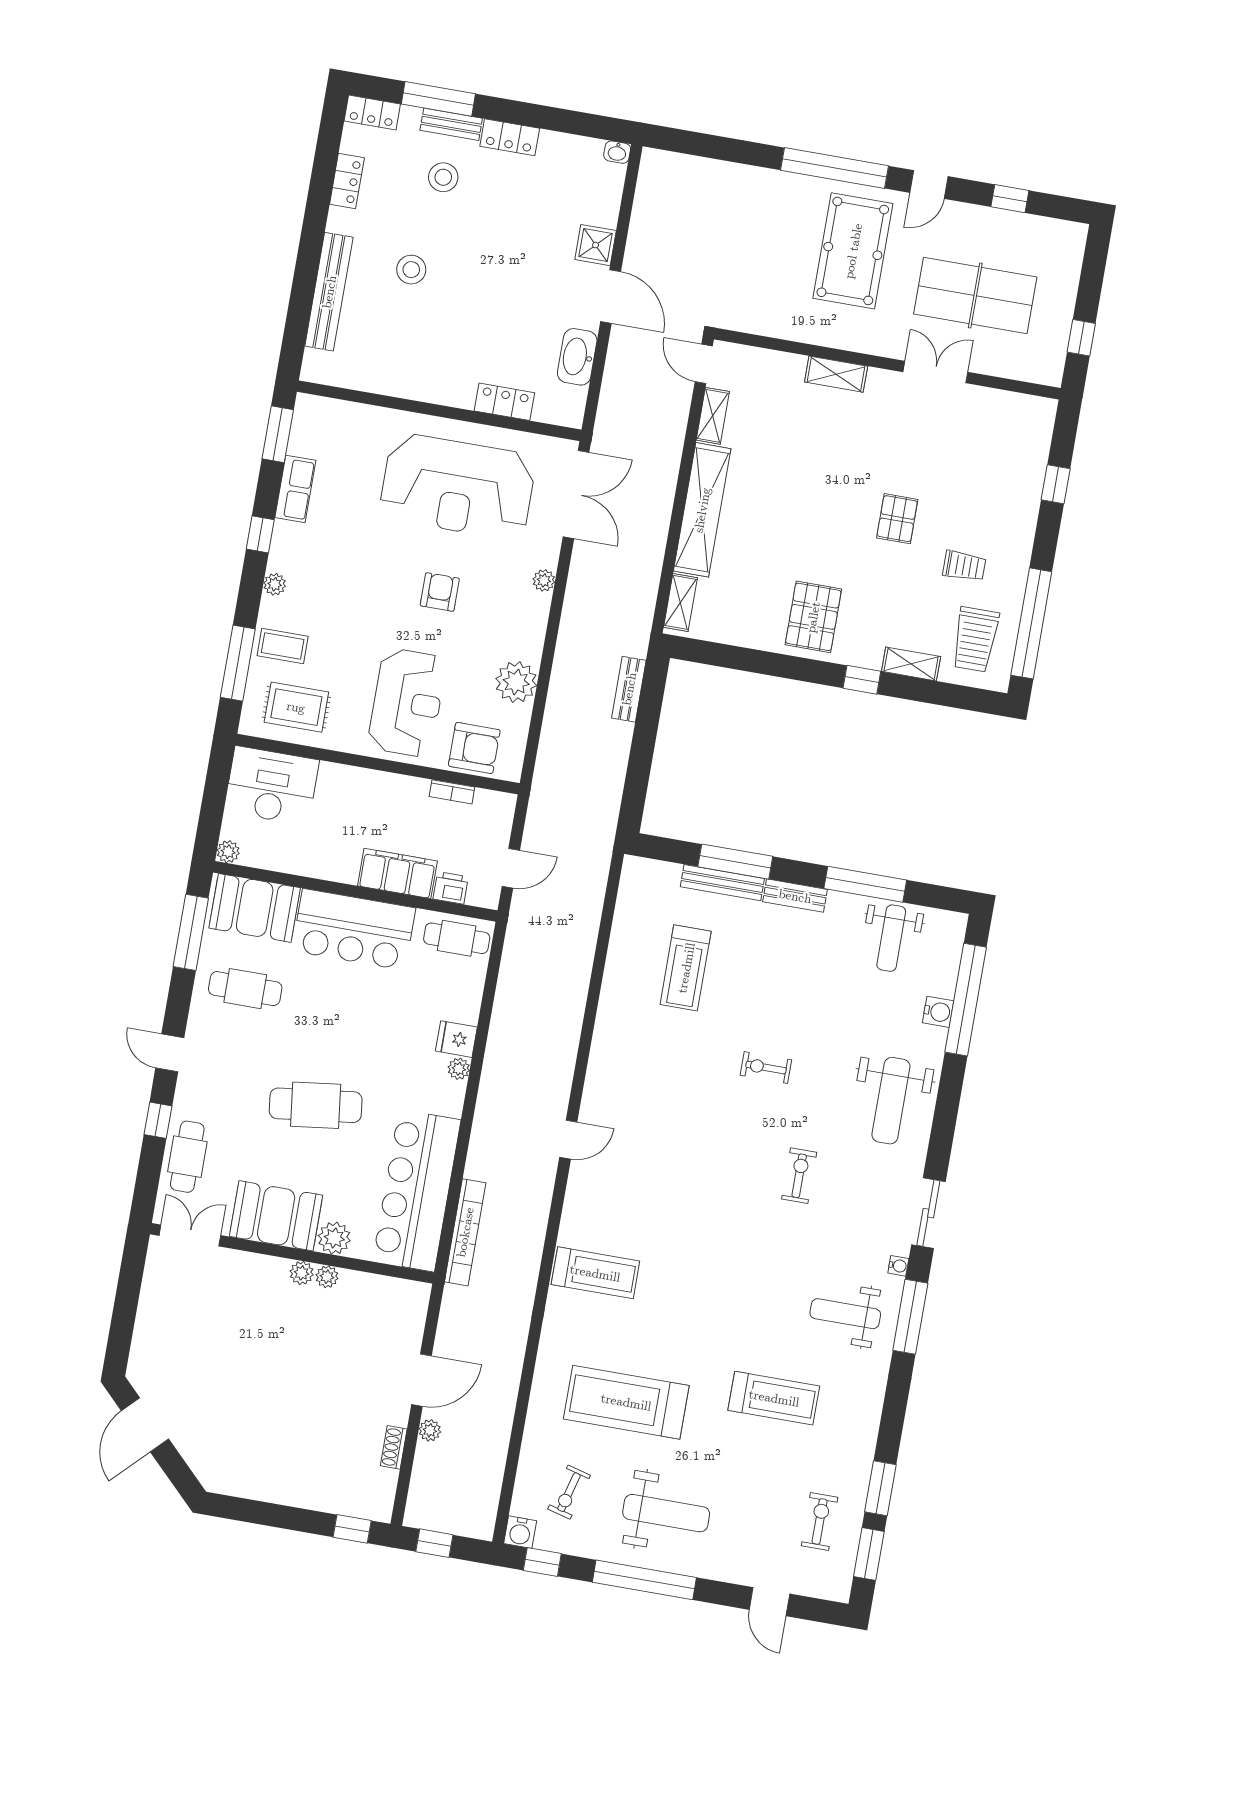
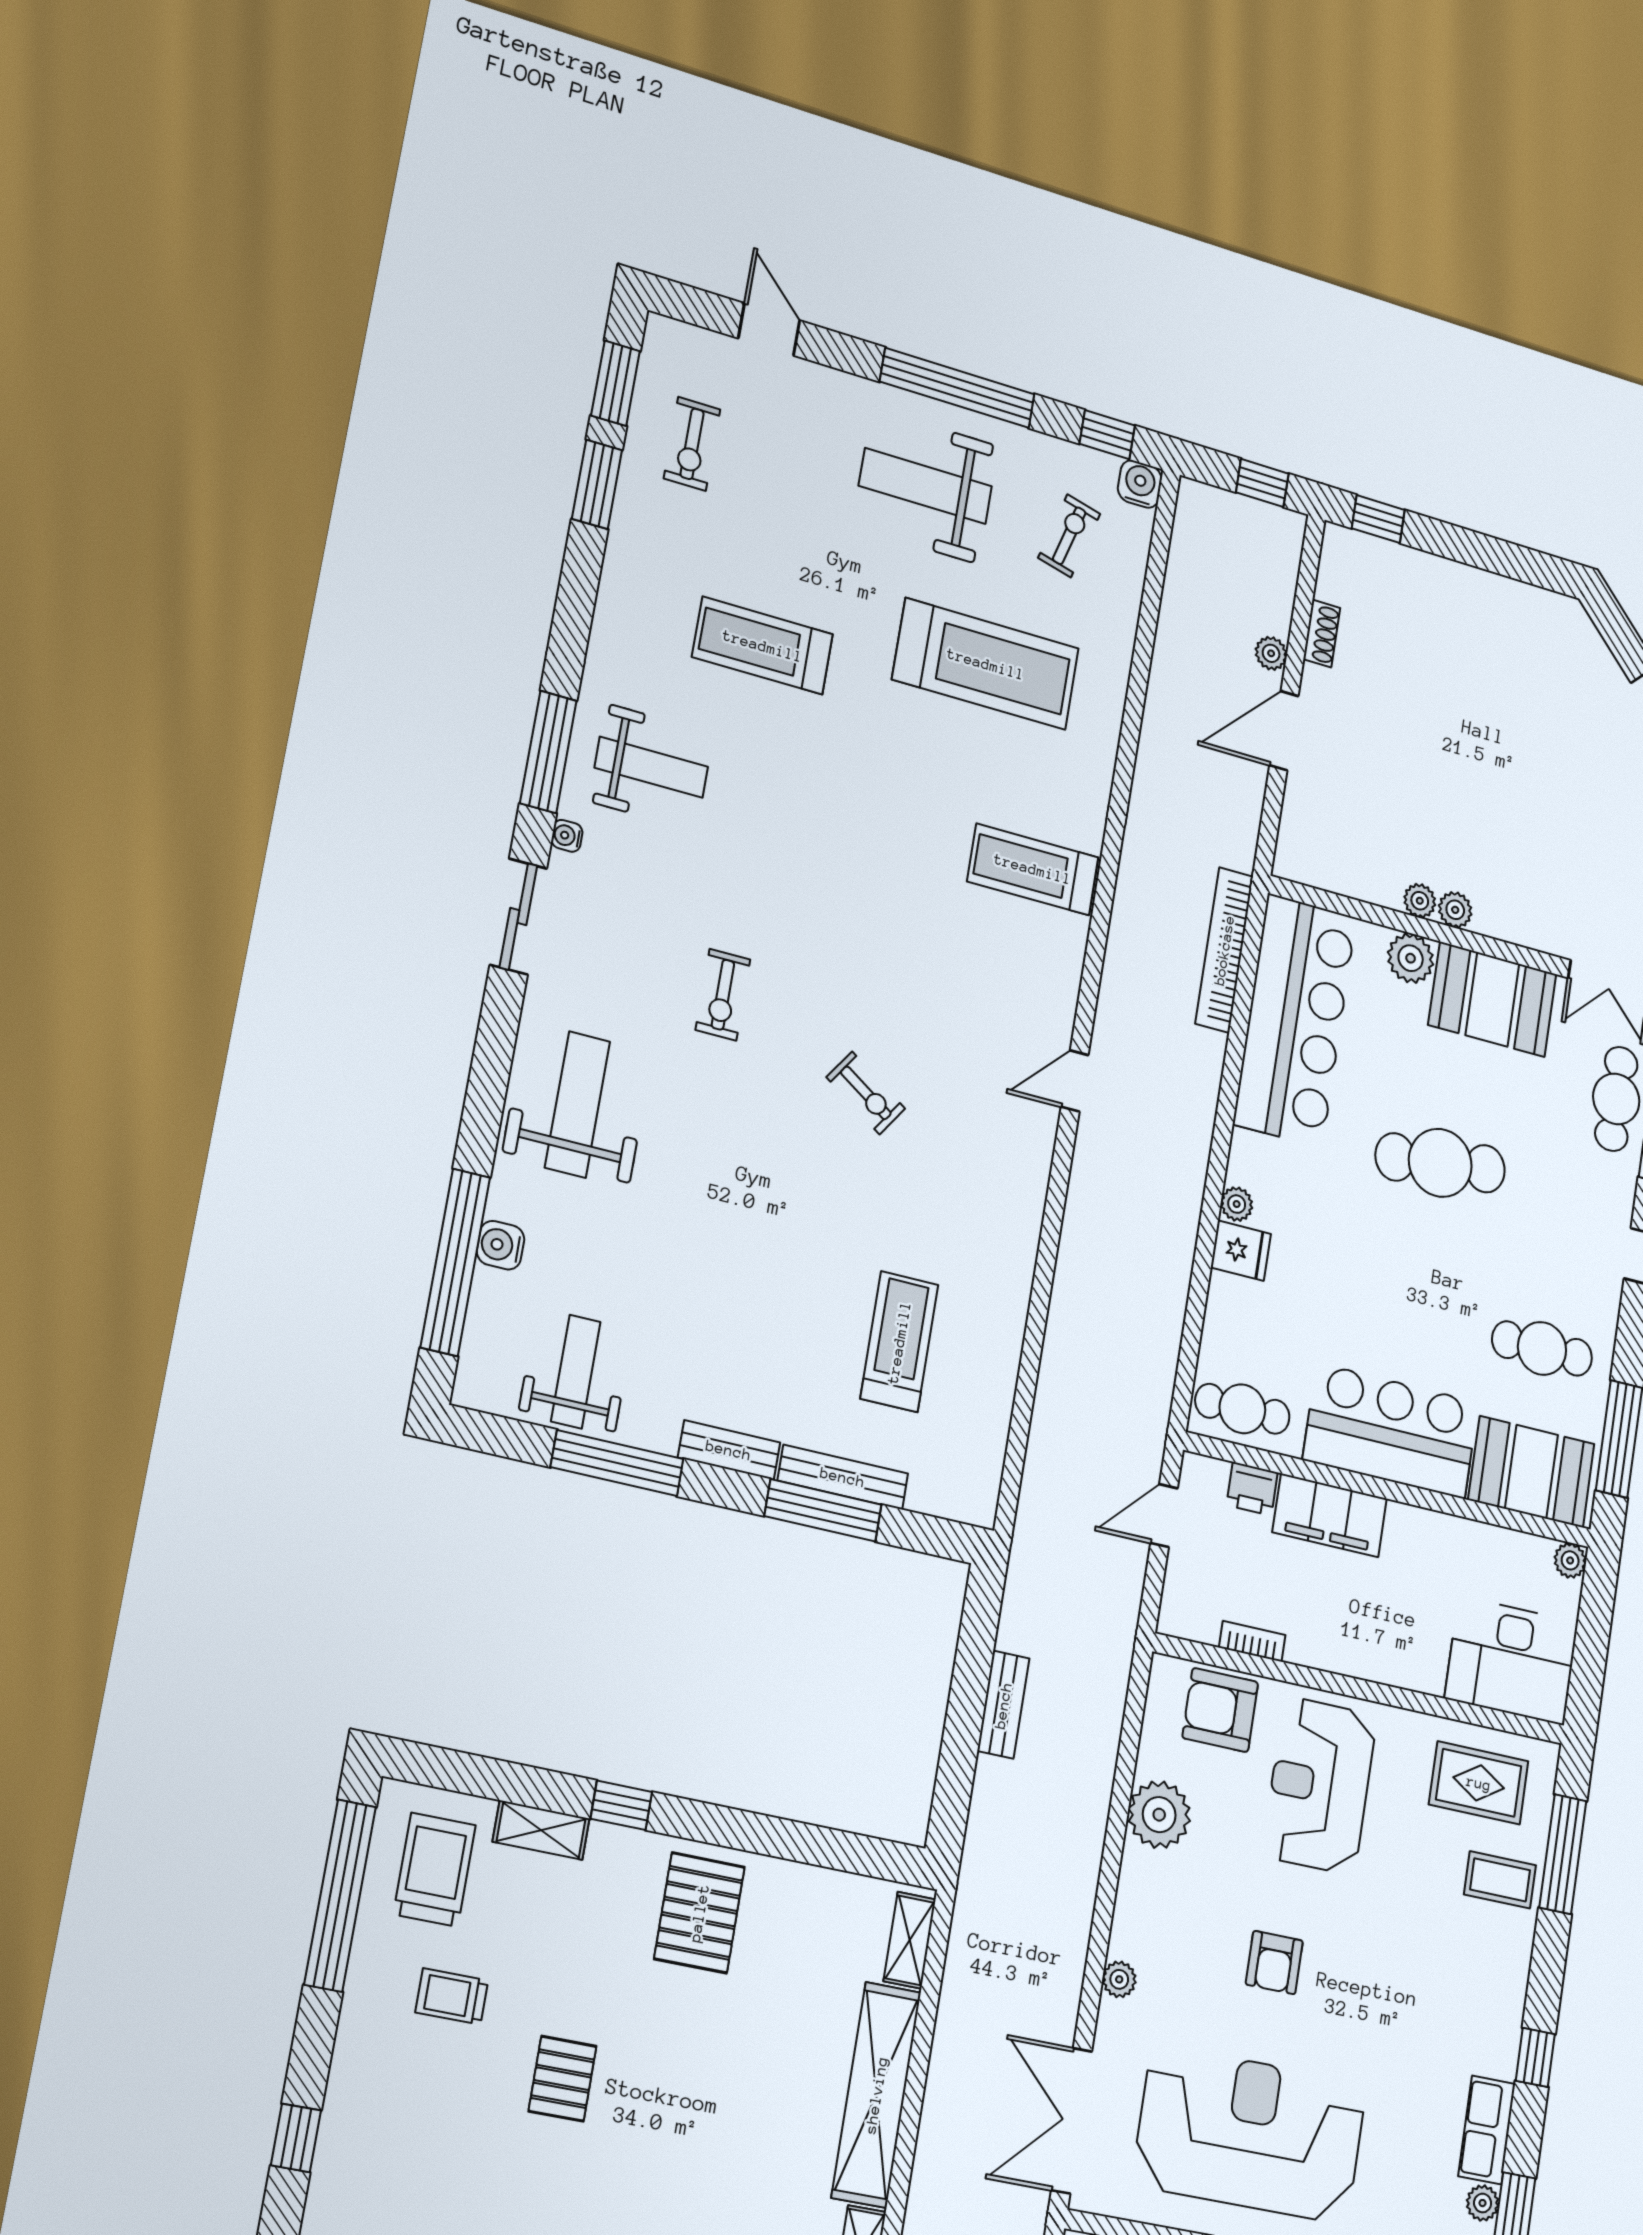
plant: (275, 584) -> (1483, 2203), moved
bench: (629, 689) -> (1003, 1705), moved
exercise bike: (766, 1068) -> (866, 1093), moved, turned 34

